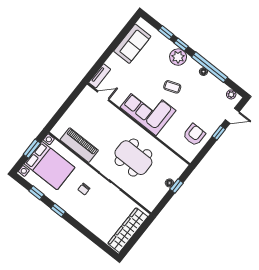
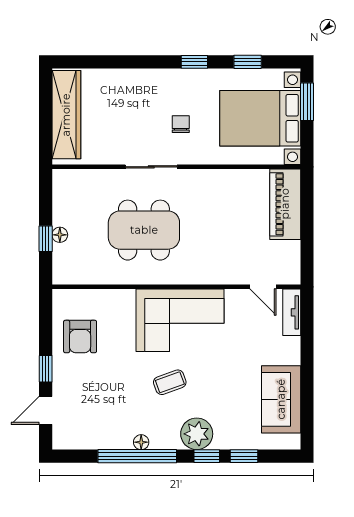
plant: (231, 94) -> (72, 441), removed
door: (103, 96) -> (263, 287), hinge flipped
piano: (79, 145) -> (285, 204), moved, turned 90
window: (32, 149) -> (307, 102), moved

